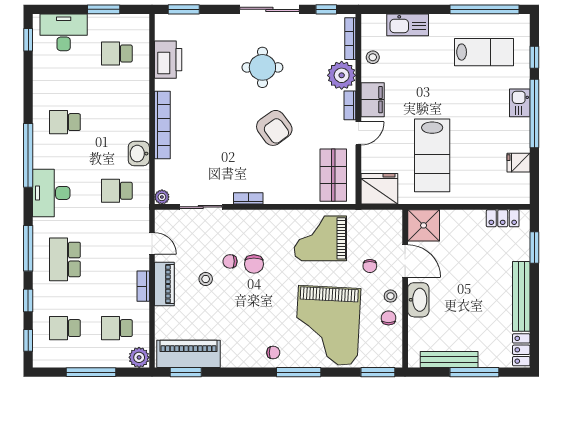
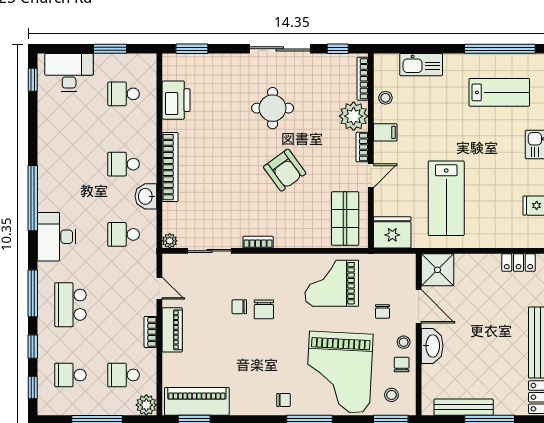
filing cabinet: (373, 100) -> (385, 132), width x0.50
school desk: (65, 122) -> (124, 164), moved
stool: (206, 279) -> (391, 395), moved

